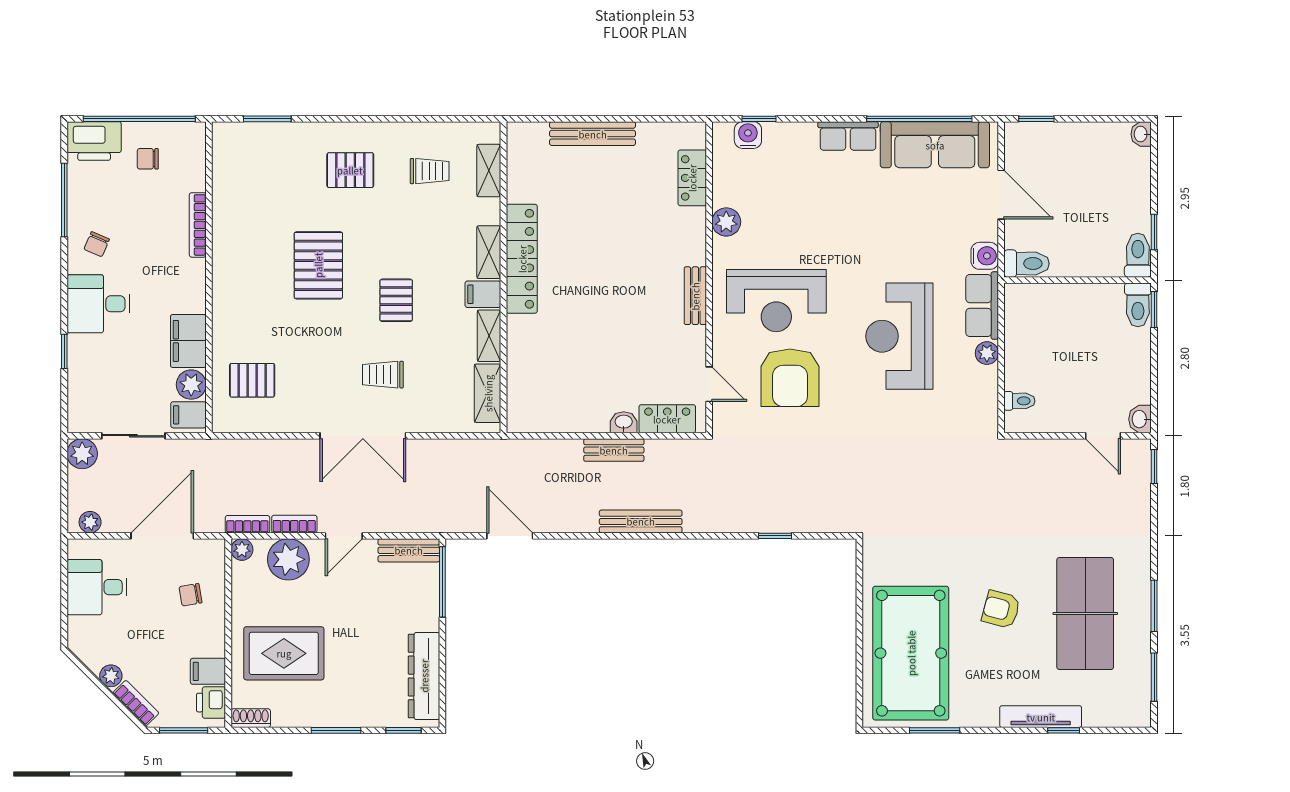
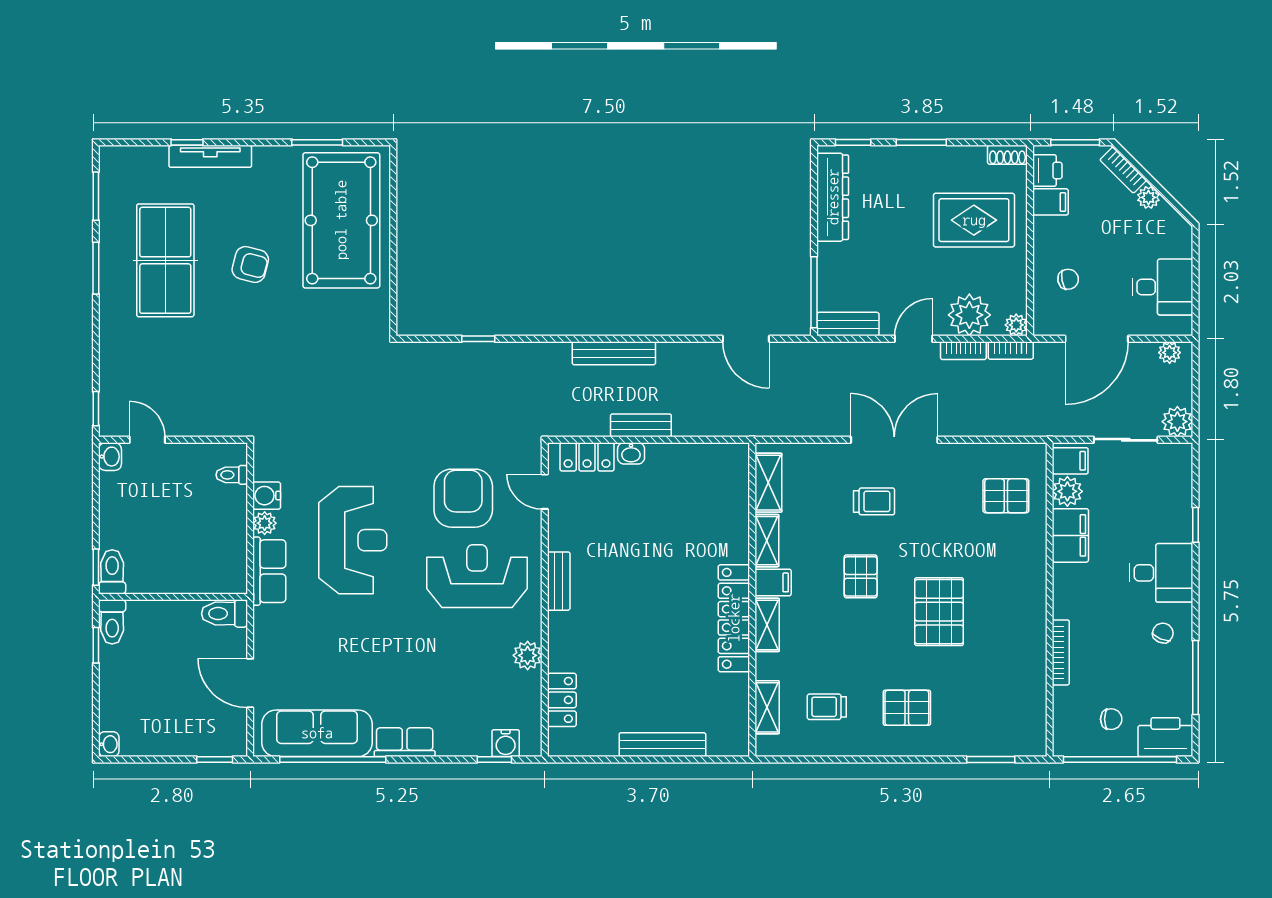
water cooler: (985, 256) -> (267, 496), moved

